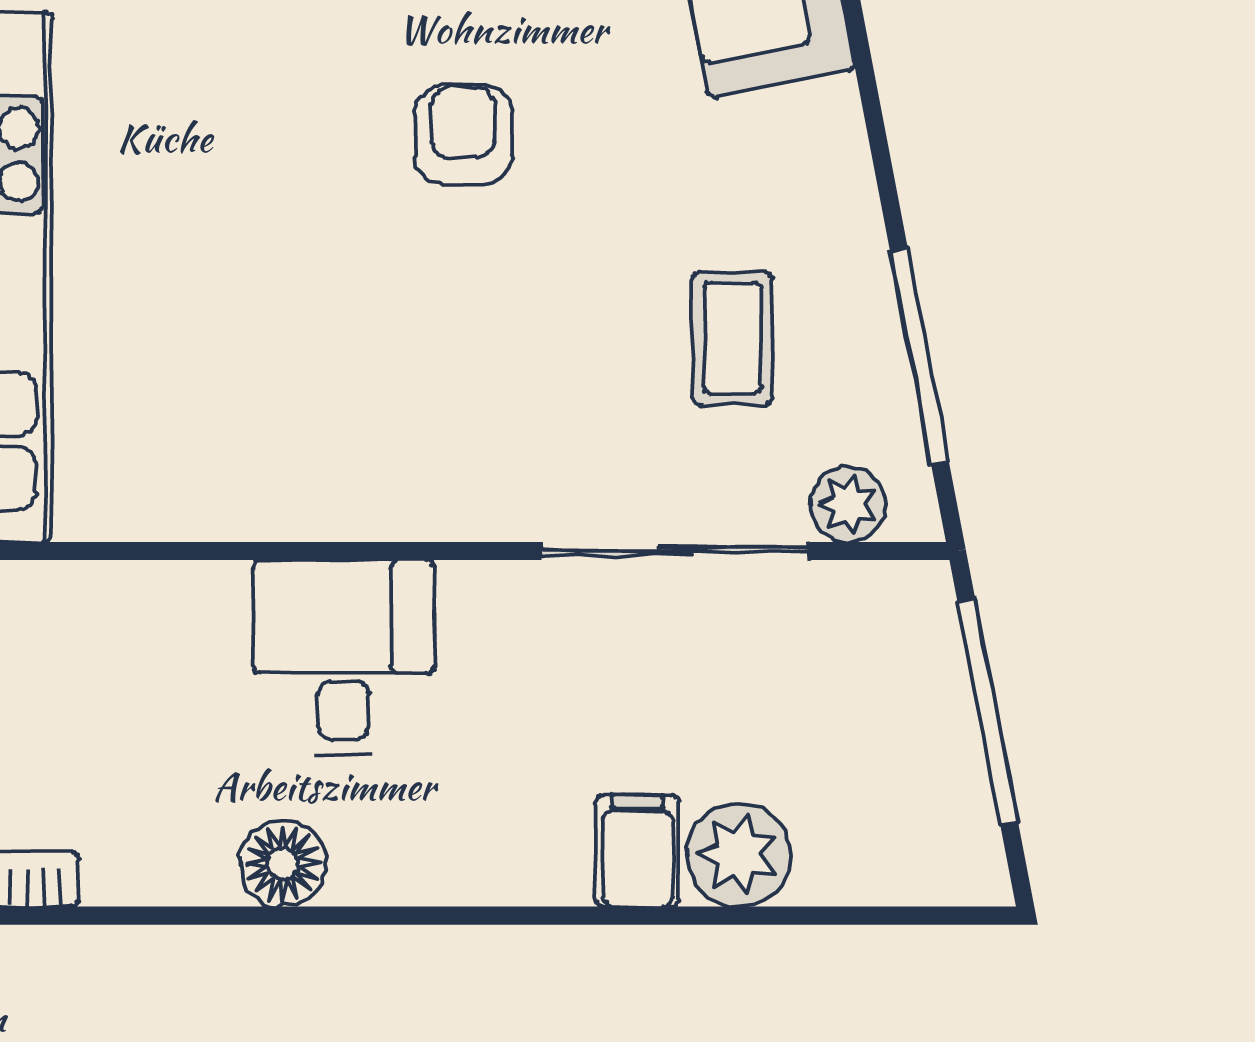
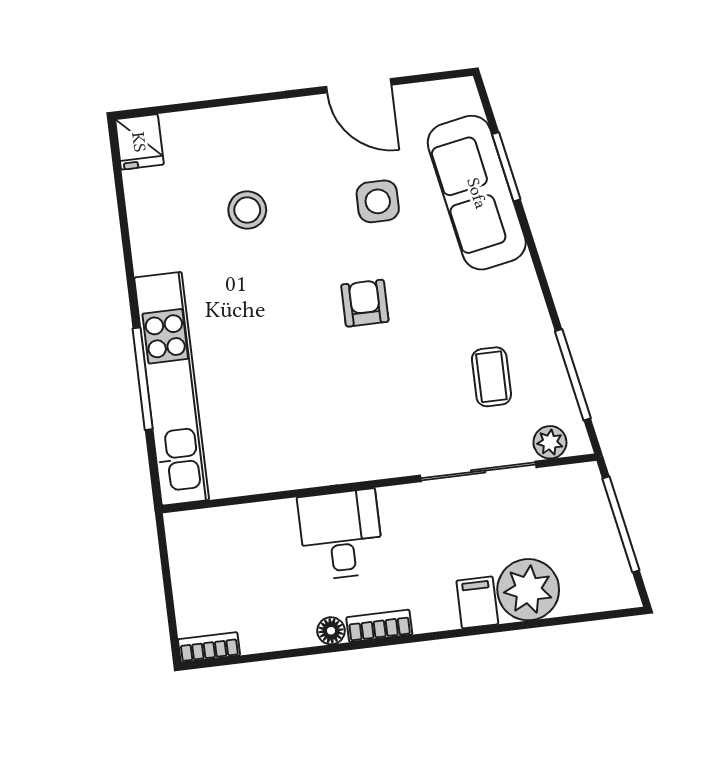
plant: (739, 855) -> (528, 590), width x1.36, depth x1.36
floor lamp: (283, 863) -> (331, 631), width x0.73, depth x0.73
bookcase: (407, 877) -> (379, 626), added

